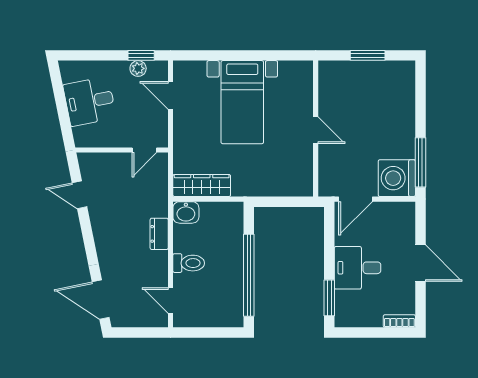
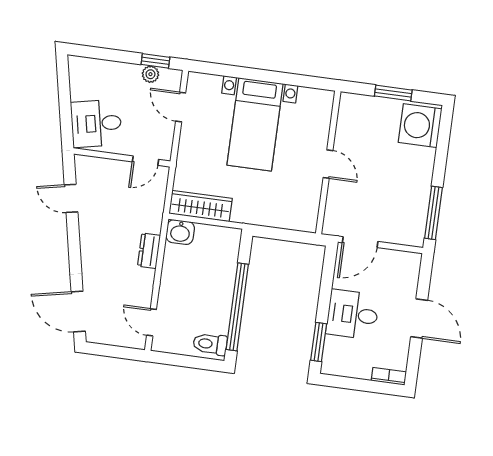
desk: (90, 101) -> (96, 123), moved
washing machine: (397, 178) -> (420, 126), moved
toilet: (189, 263) -> (210, 344), moved, turned 180

